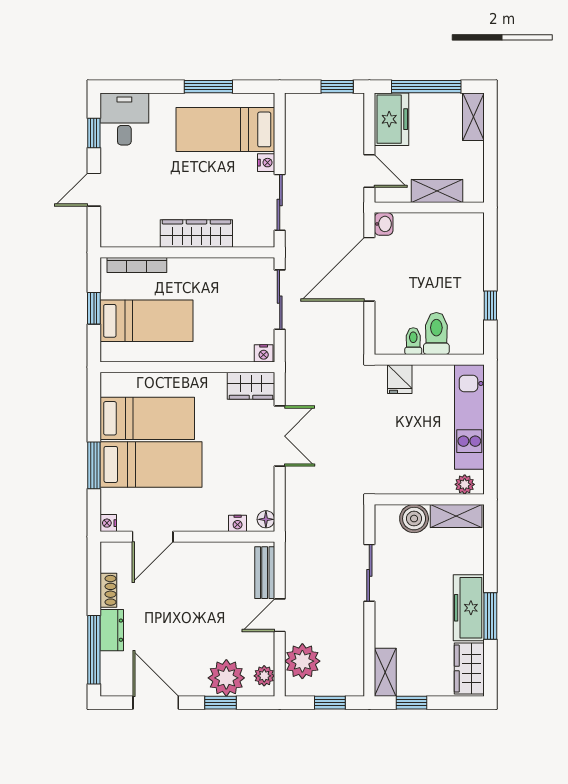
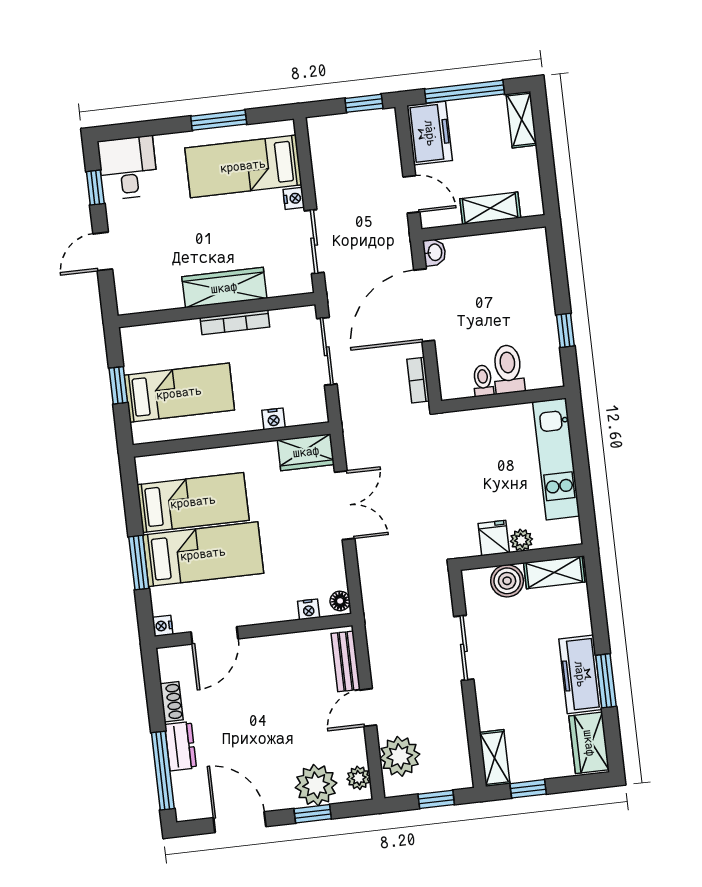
bookcase: (137, 265) -> (235, 322), moved
bookcase: (357, 334) -> (418, 380), added
nightstand: (264, 353) -> (273, 419), moved
fridge: (400, 379) -> (494, 538), moved, turned 180
plant: (465, 484) -> (521, 540), moved

